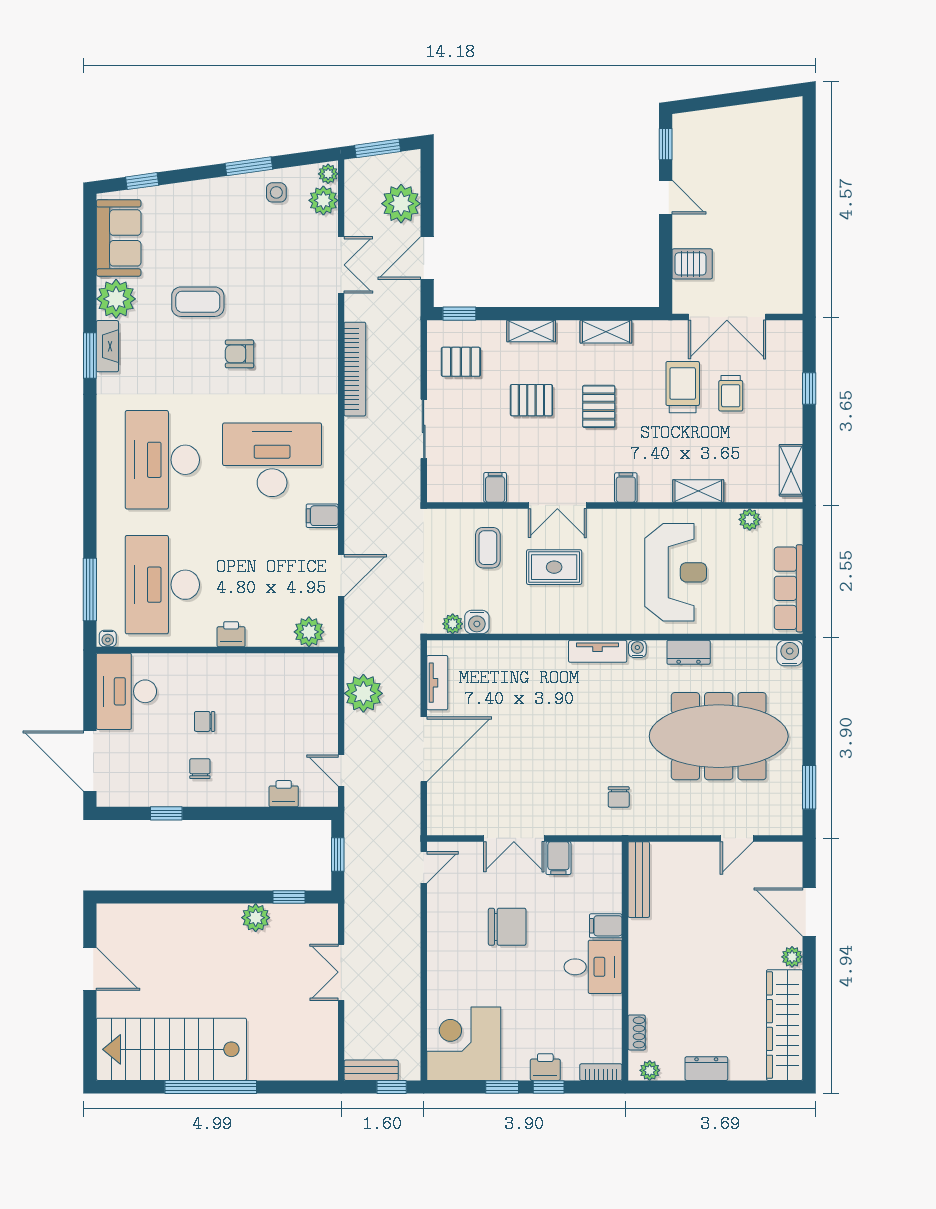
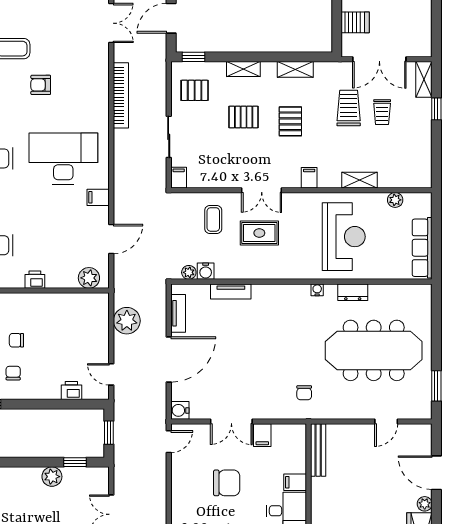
shelving: (791, 470) -> (424, 79), moved
filing cabinet: (495, 487) -> (179, 178), moved
tv unit: (598, 651) -> (231, 291), moved
water cooler: (790, 653) -> (180, 410), moved, turned -90

